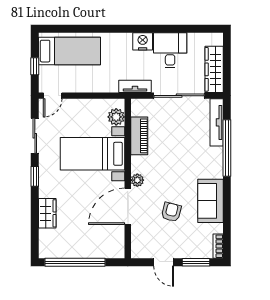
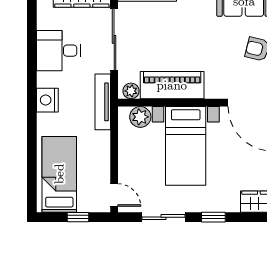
nightstand: (143, 41) -> (47, 100), moved
tv unit: (135, 86) -> (103, 102), width x1.41
piano: (139, 136) -> (172, 85), width x1.37, depth x1.33
plant: (137, 180) -> (131, 91), moved

